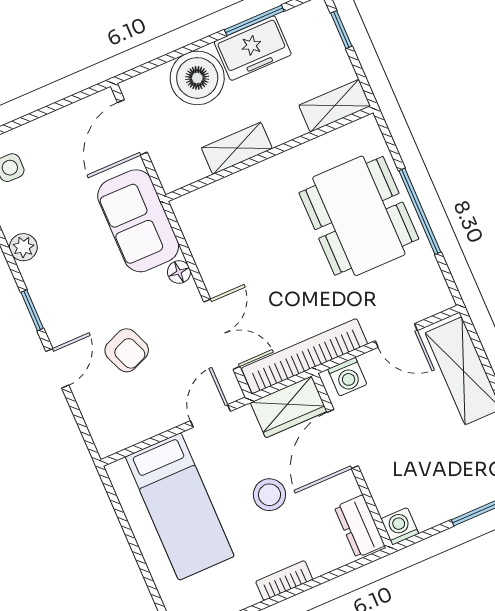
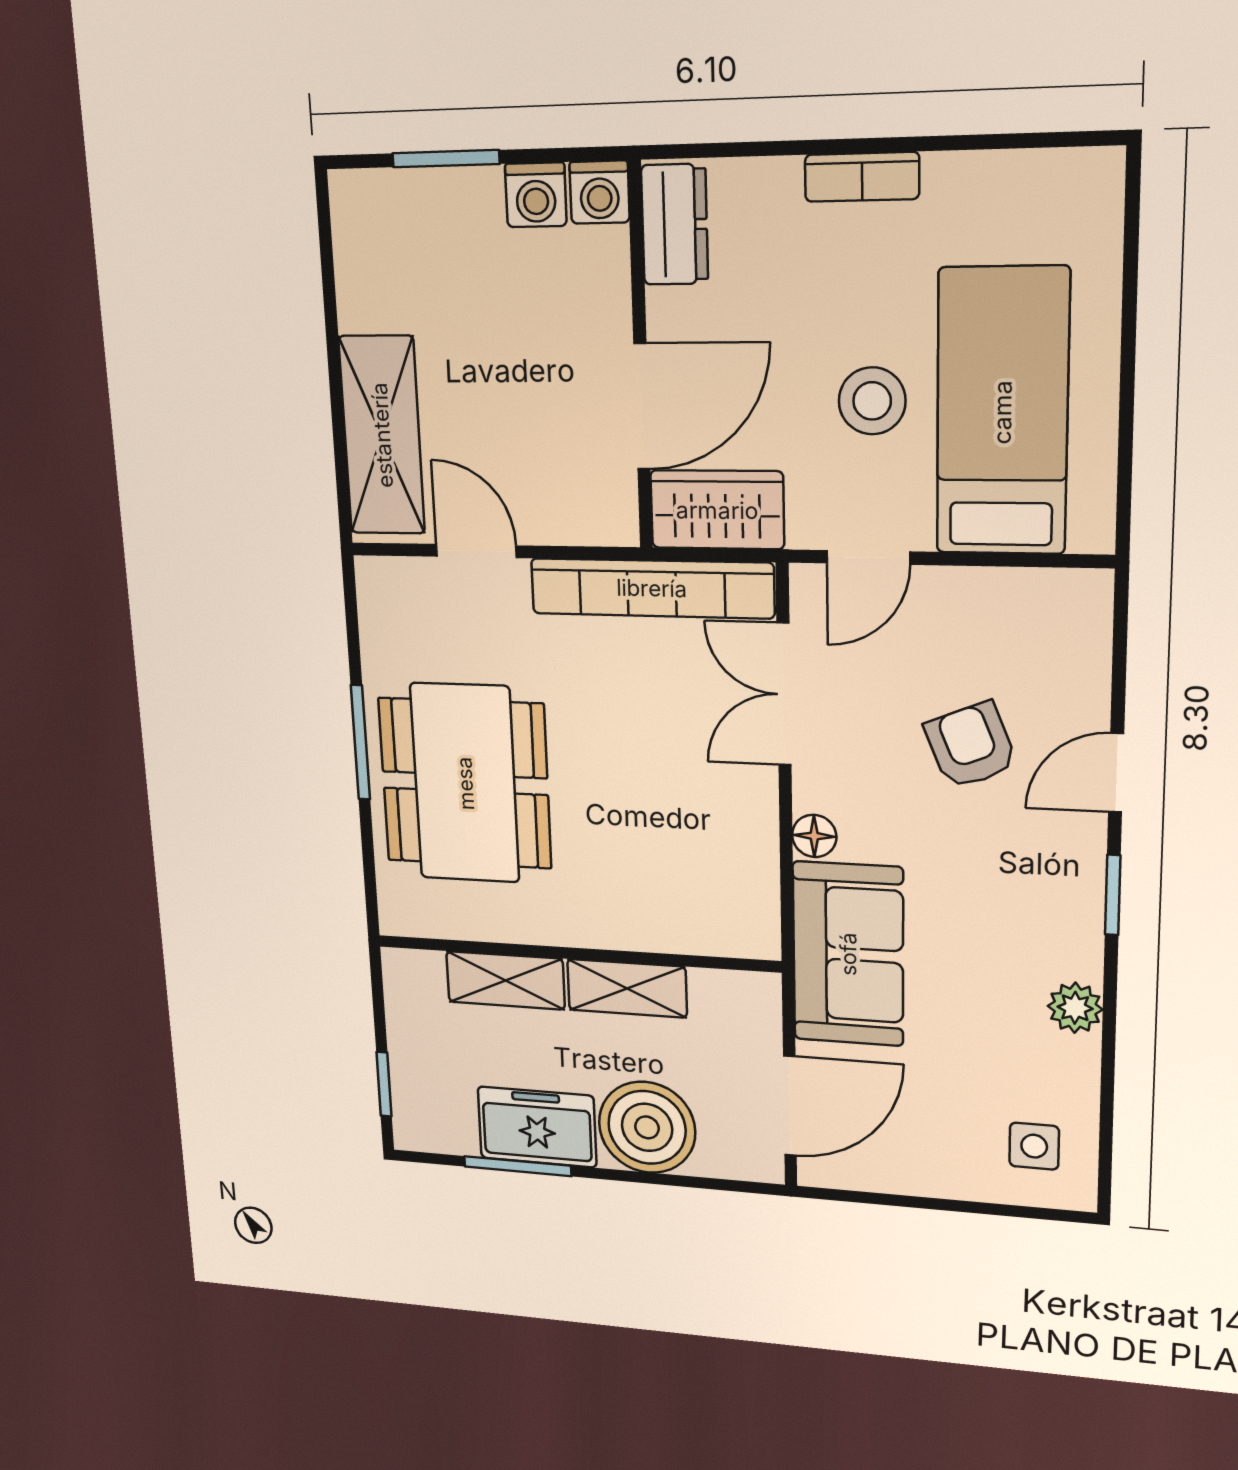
shelving: (335, 106) -> (505, 980), moved
window: (420, 211) -> (360, 742), width x0.69
washing machine: (347, 377) -> (536, 195), moved, turned 180
stool: (269, 495) -> (872, 401), moved

